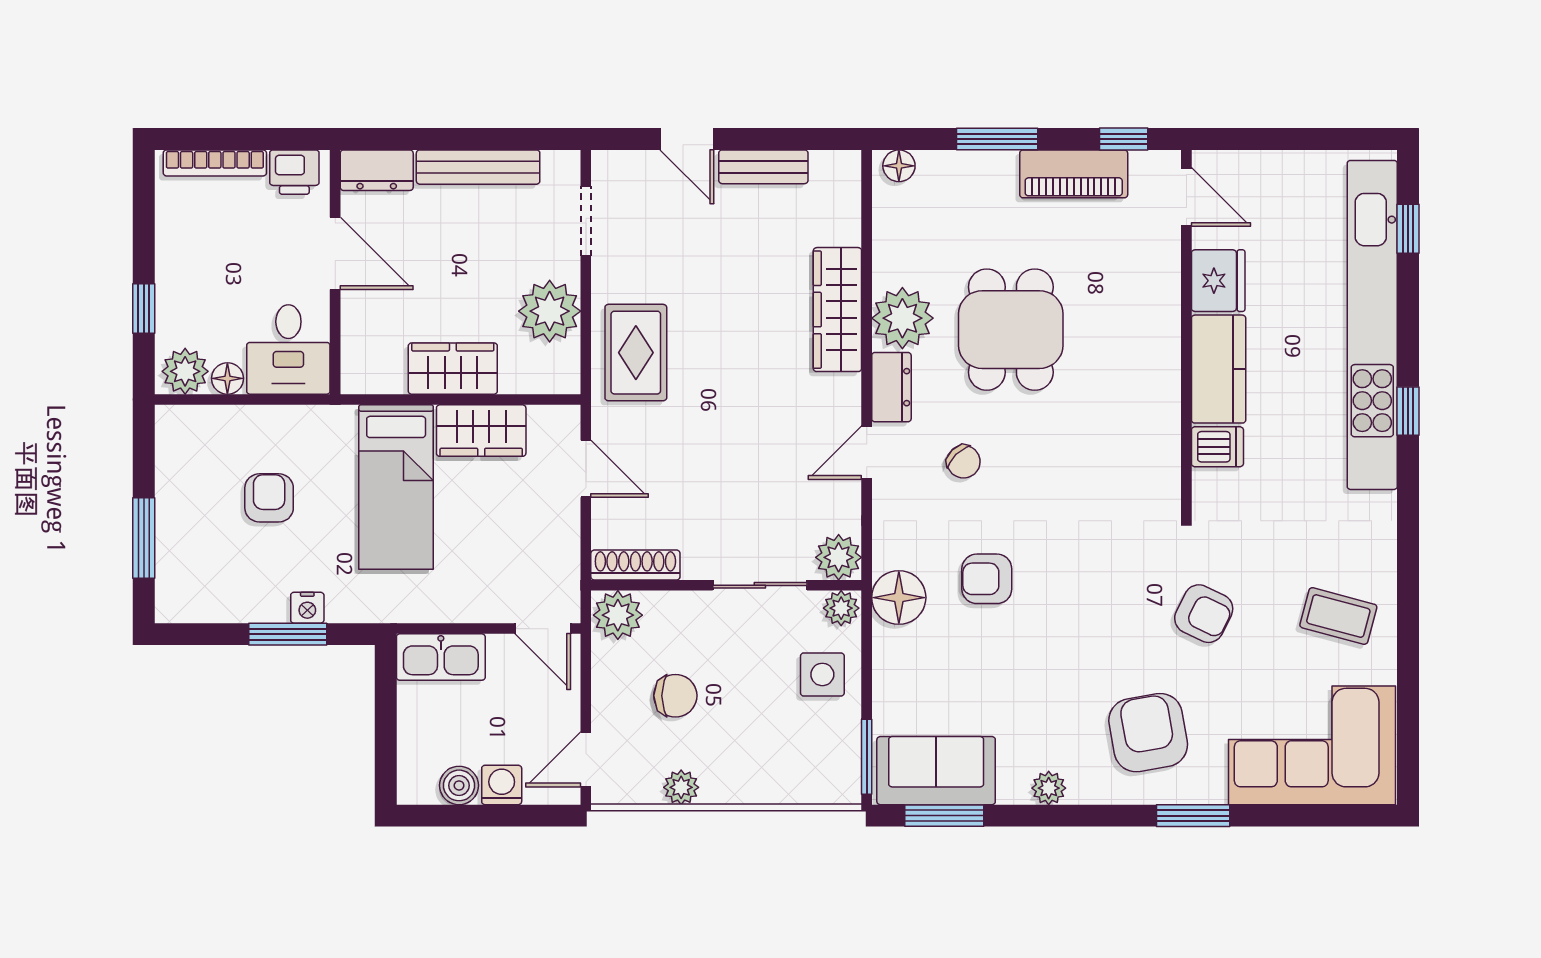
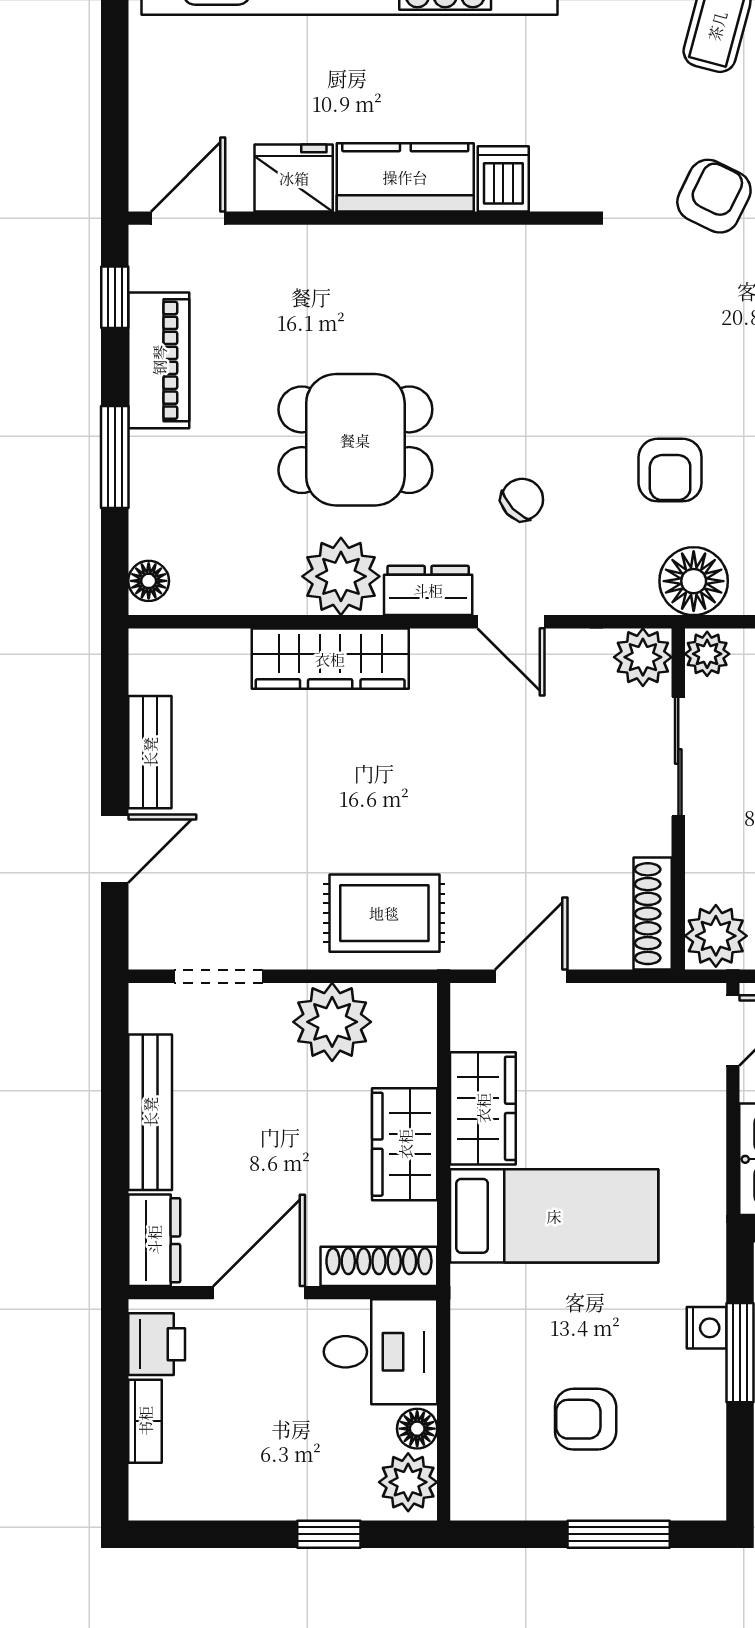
bookcase: (215, 163) -> (145, 1421), width x0.64
shoe rack: (356, 348) -> (379, 1266), added
armchair: (269, 498) -> (586, 1419), moved

